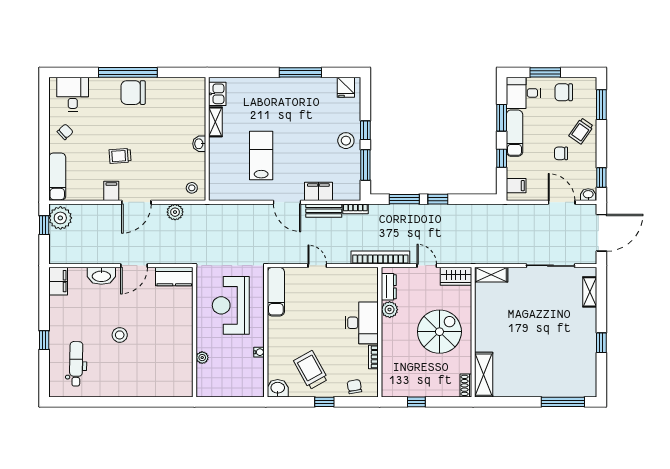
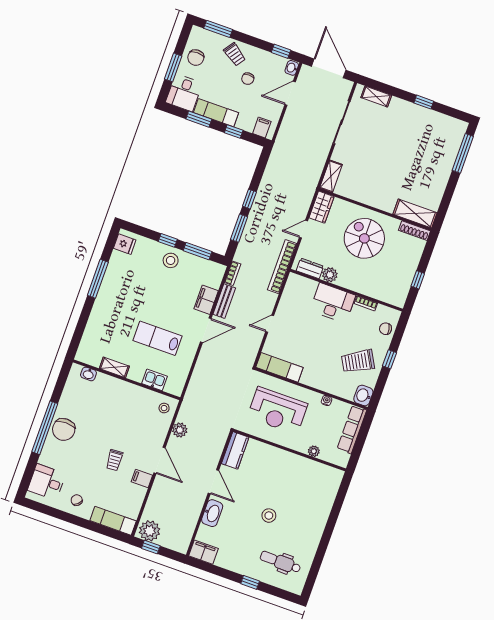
kitchen sink: (217, 94) -> (155, 380), moved
washbasin: (199, 144) -> (88, 374), moved
shoe rack: (466, 385) -> (415, 231), width x1.43
row of seats: (239, 389) -> (352, 429), added

